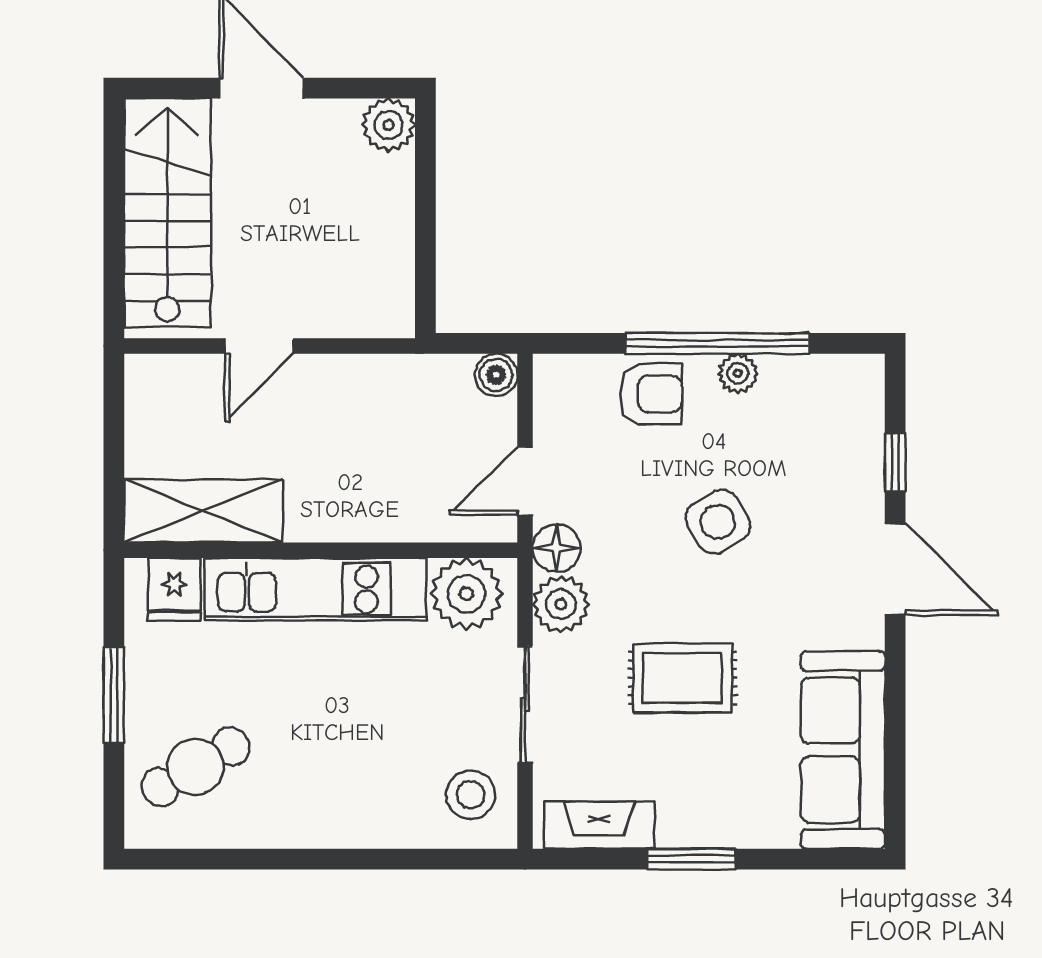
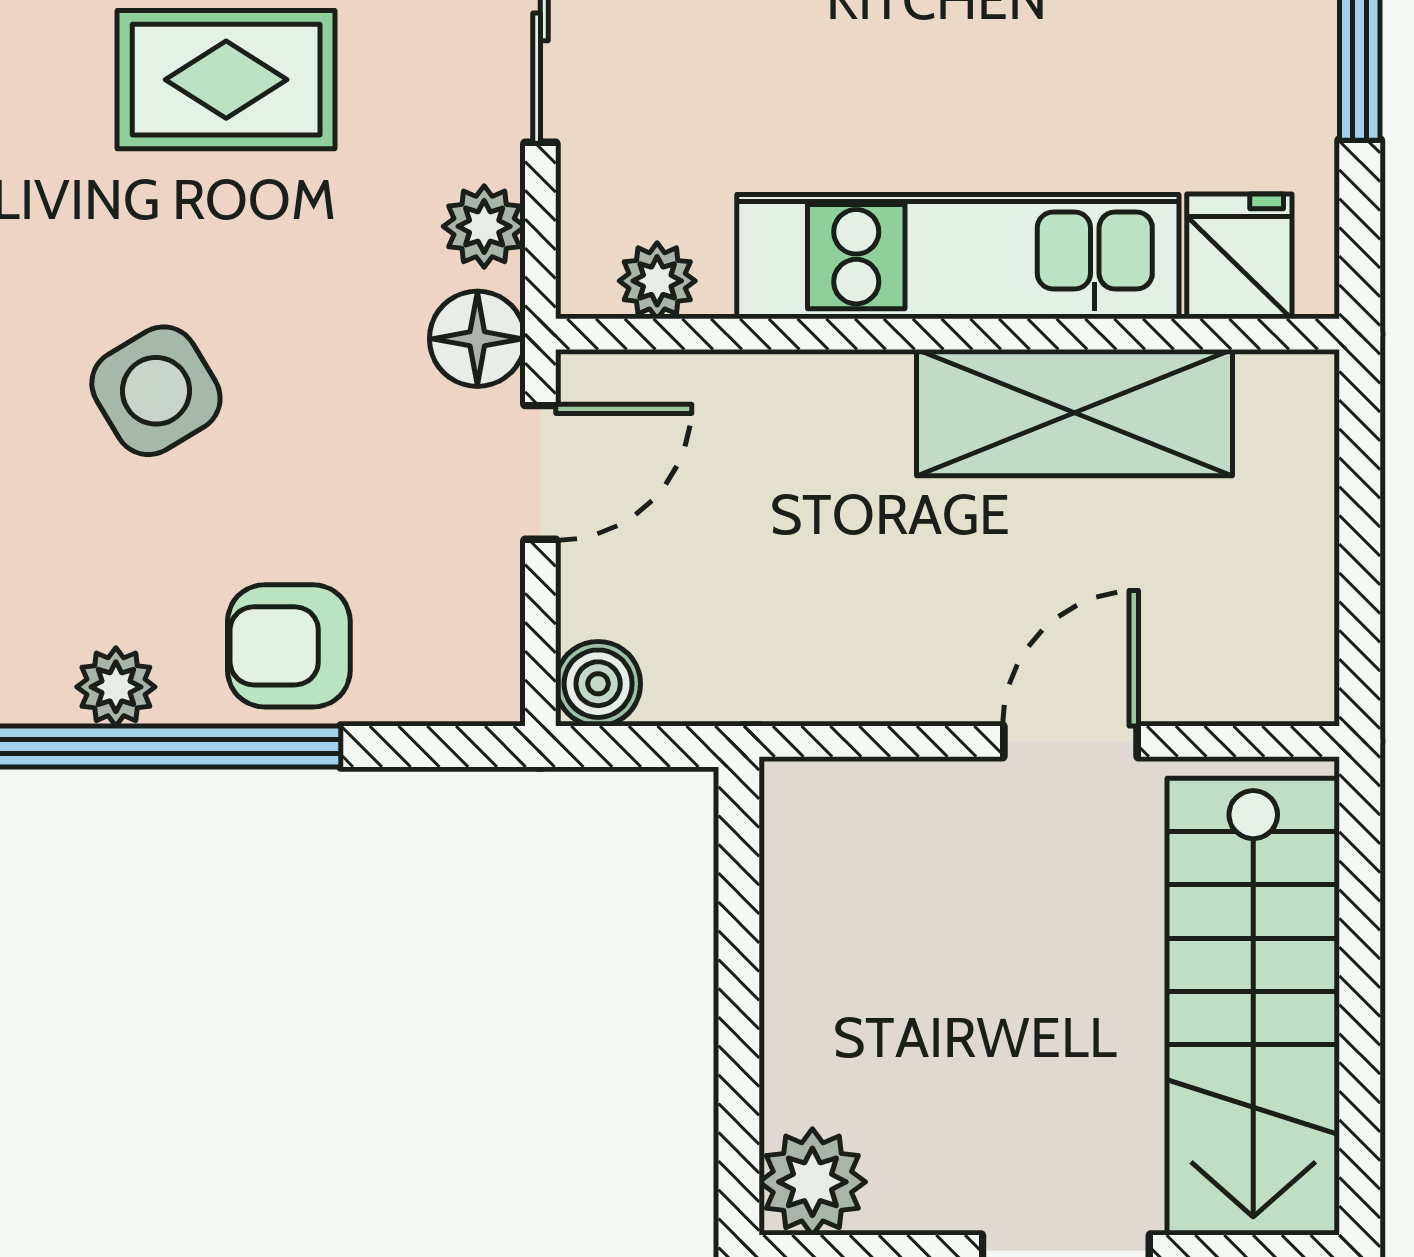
shelving: (203, 511) -> (1075, 413), moved
plant: (466, 594) -> (657, 281), width x0.53, depth x0.53
plant: (561, 604) -> (484, 226), width x0.73, depth x0.73

